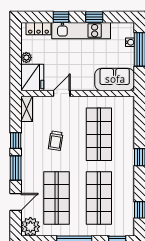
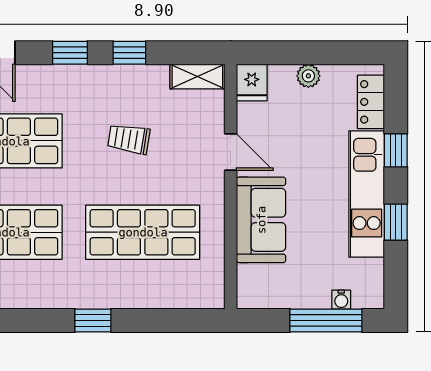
fridge: (32, 77) -> (252, 82), width x0.53, depth x0.75
sofa: (115, 79) -> (261, 220), moved
window: (16, 168) -> (70, 53), width x0.67

